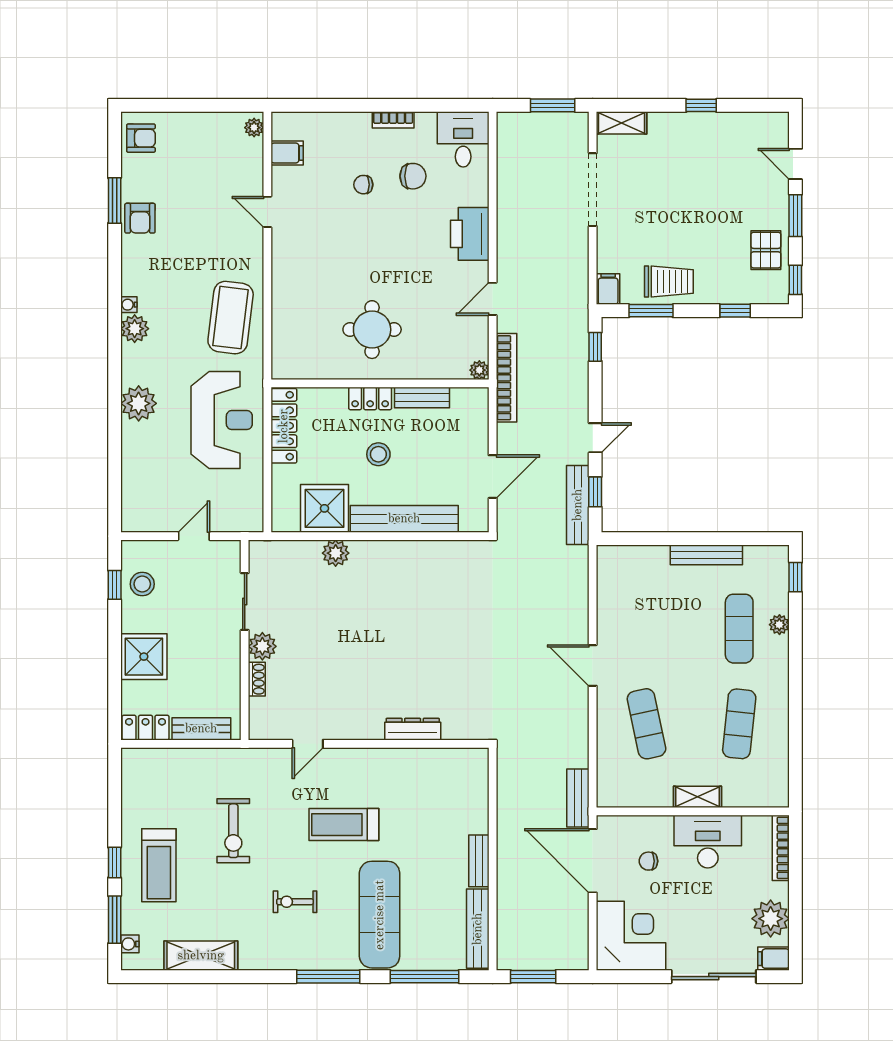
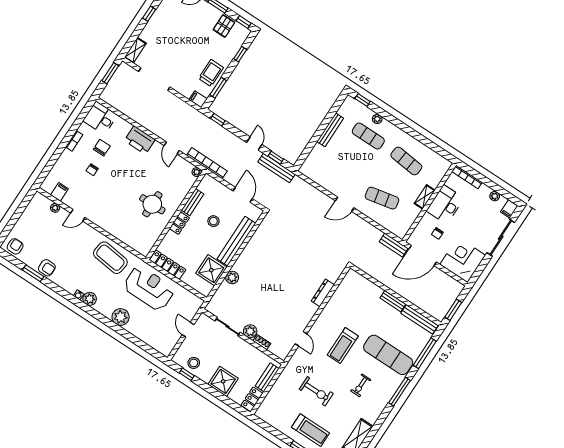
plant: (254, 128) -> (55, 208), moved
pallet: (766, 250) -> (224, 26), turned 90
stool: (378, 454) -> (213, 221), moved
plant: (771, 919) -> (495, 196), width x0.53, depth x0.53

